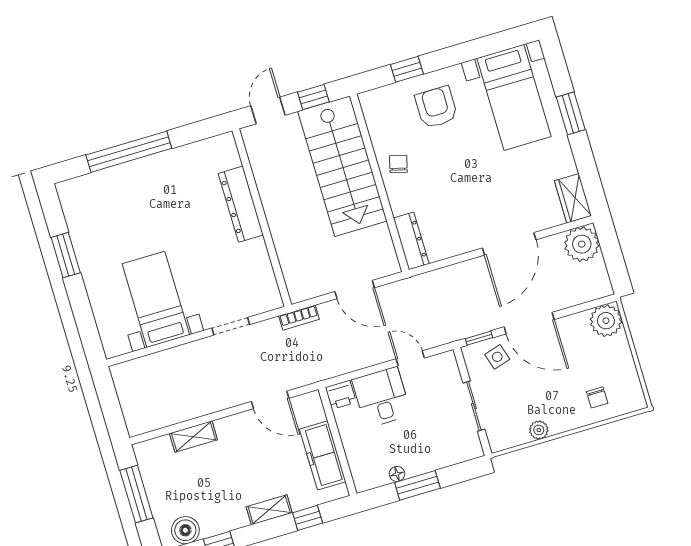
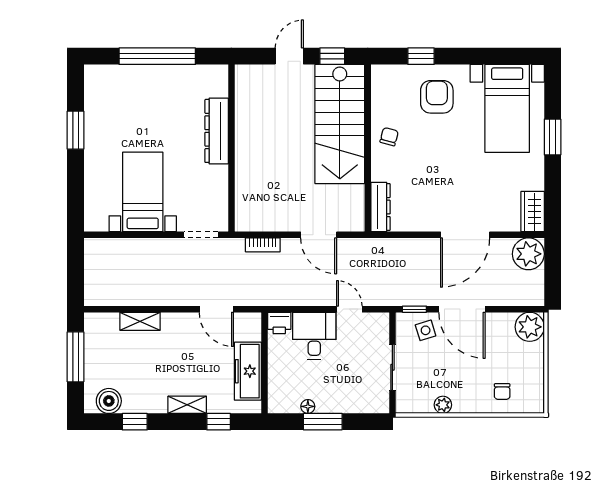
dresser: (241, 204) -> (217, 131), moved
wall: (262, 218) -> (231, 148), moved

